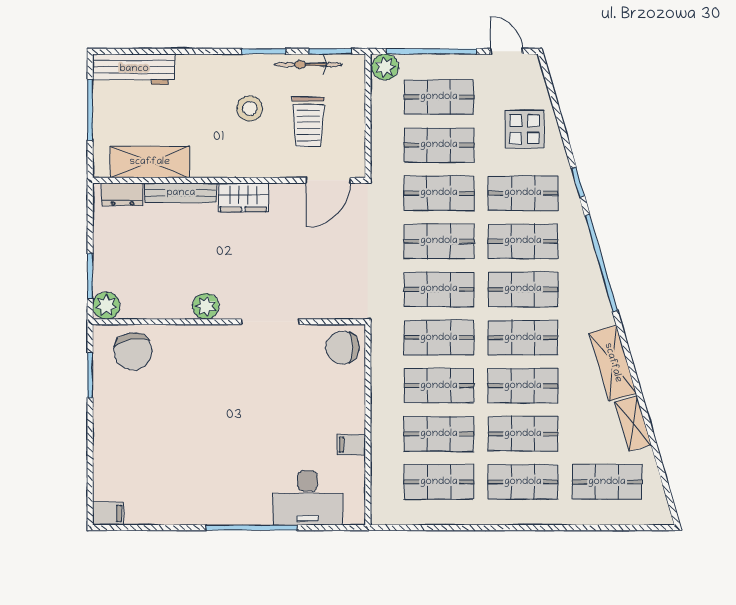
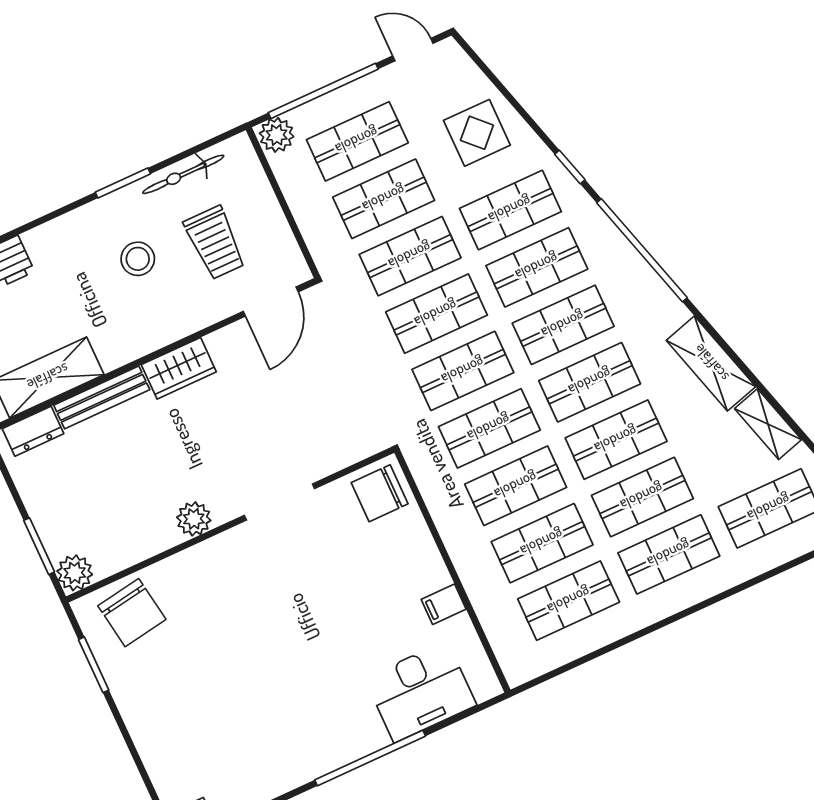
window: (330, 51) -> (202, 147), removed

